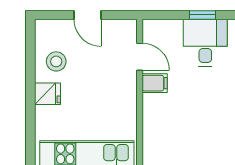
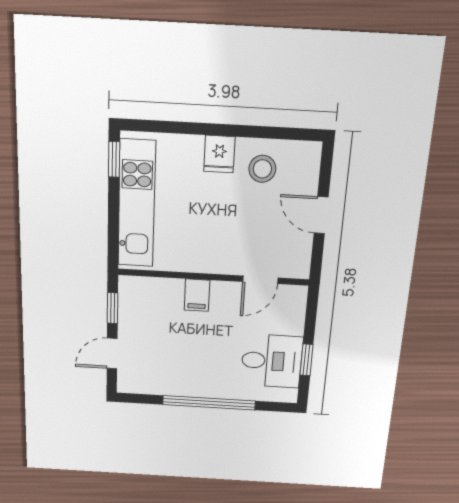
door: (87, 15) -> (321, 215), hinge flipped
filing cabinet: (155, 83) -> (197, 295), moved

